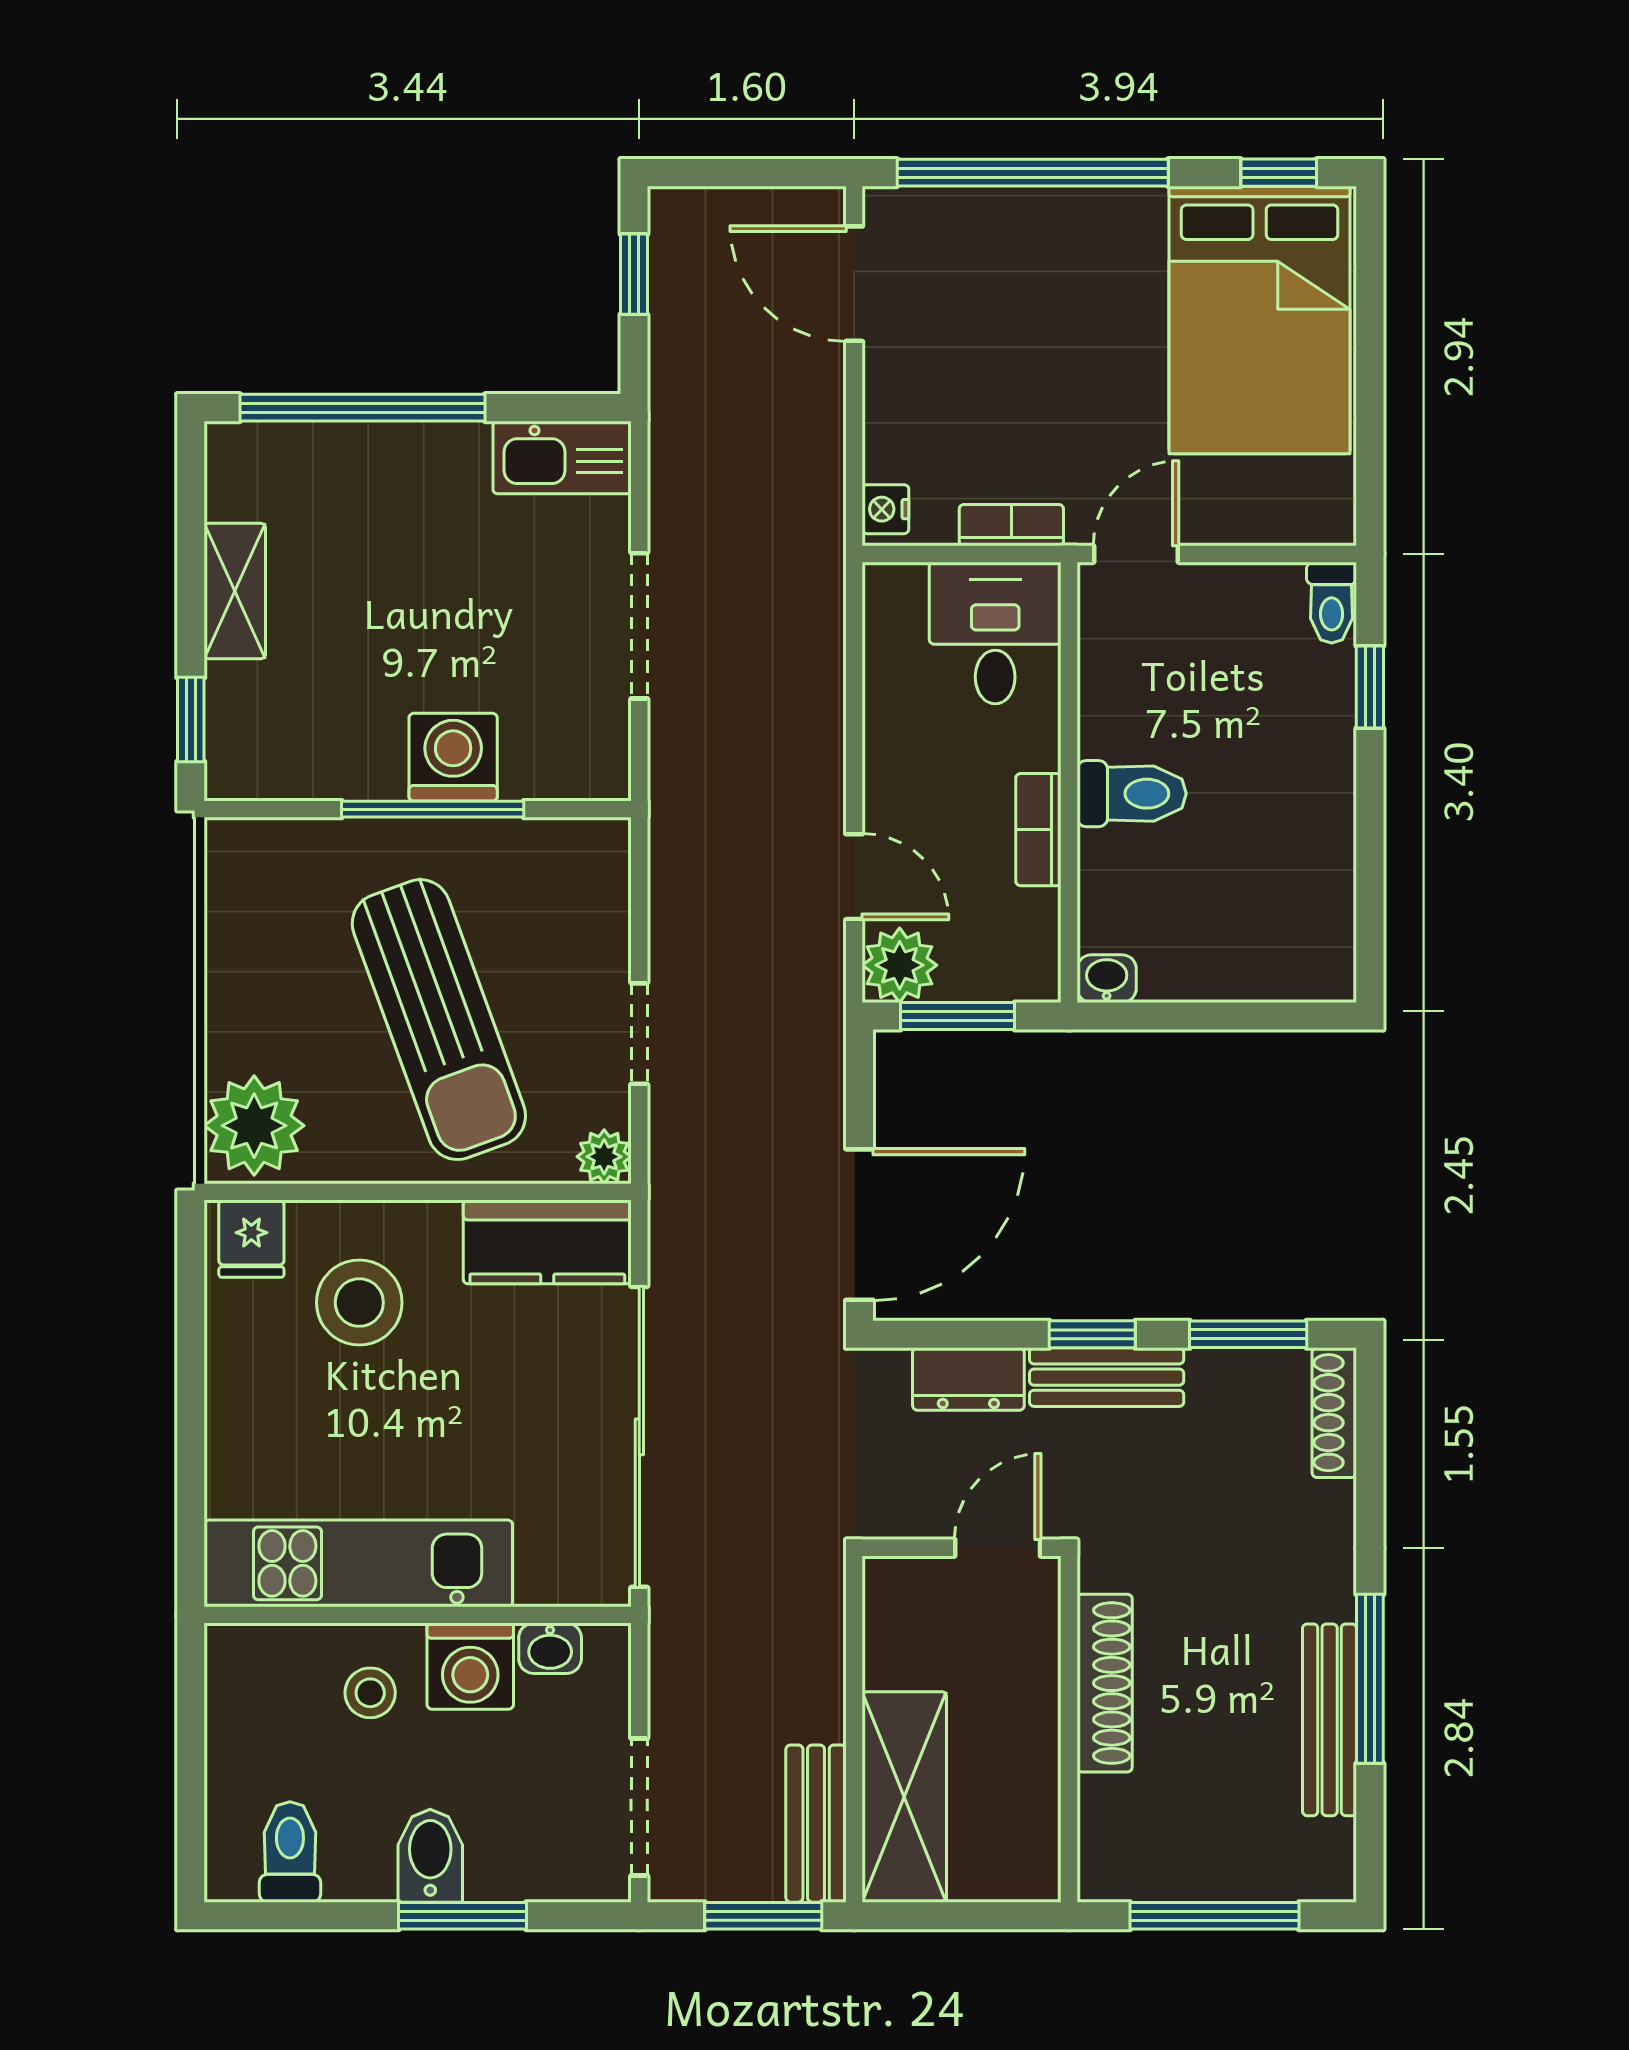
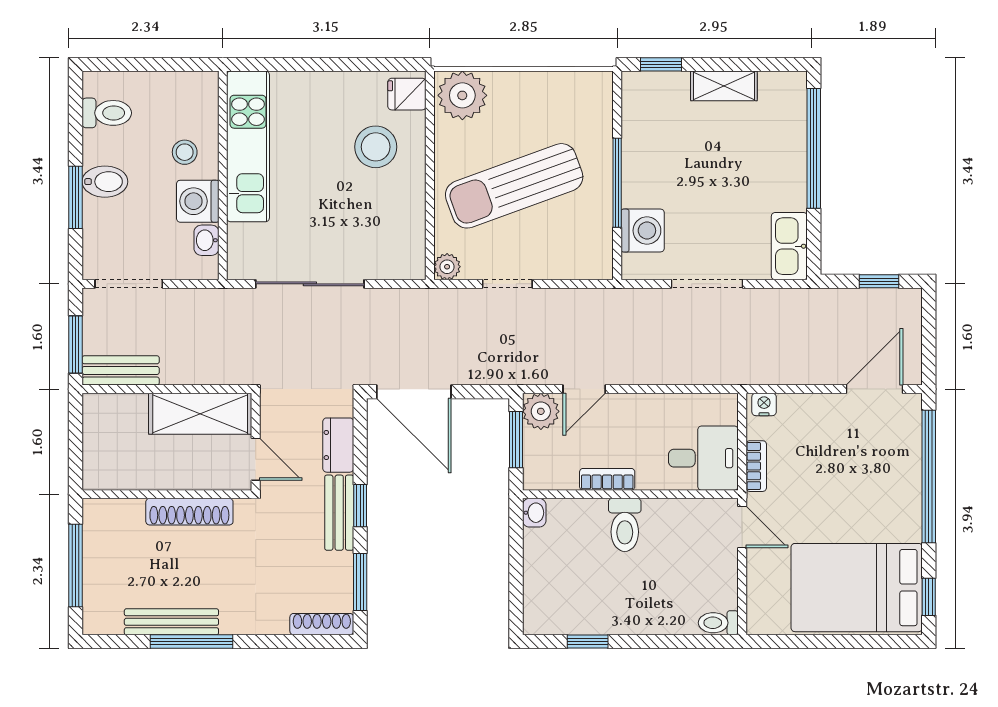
window: (1370, 687) -> (588, 642), moved
washing machine: (453, 757) -> (643, 231), moved
kitchen counter: (547, 1242) -> (405, 239), removed
sliding door: (639, 1437) -> (310, 284), width x0.73
shelving: (904, 1797) -> (200, 414), moved

